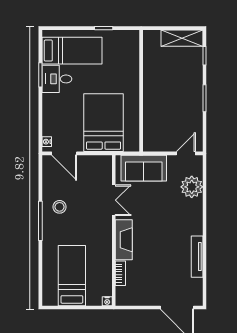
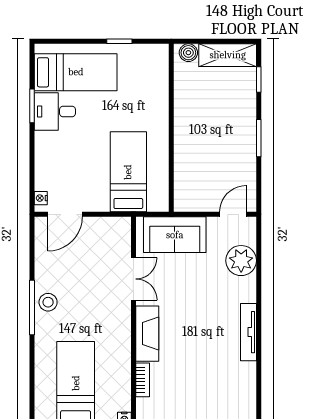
boiler: (154, 36) -> (188, 53), added
bed: (104, 123) -> (128, 172), width x0.67
door: (64, 153) -> (65, 214), hinge flipped
stool: (60, 207) -> (48, 302), moved
tv unit: (197, 257) -> (249, 332), moved

